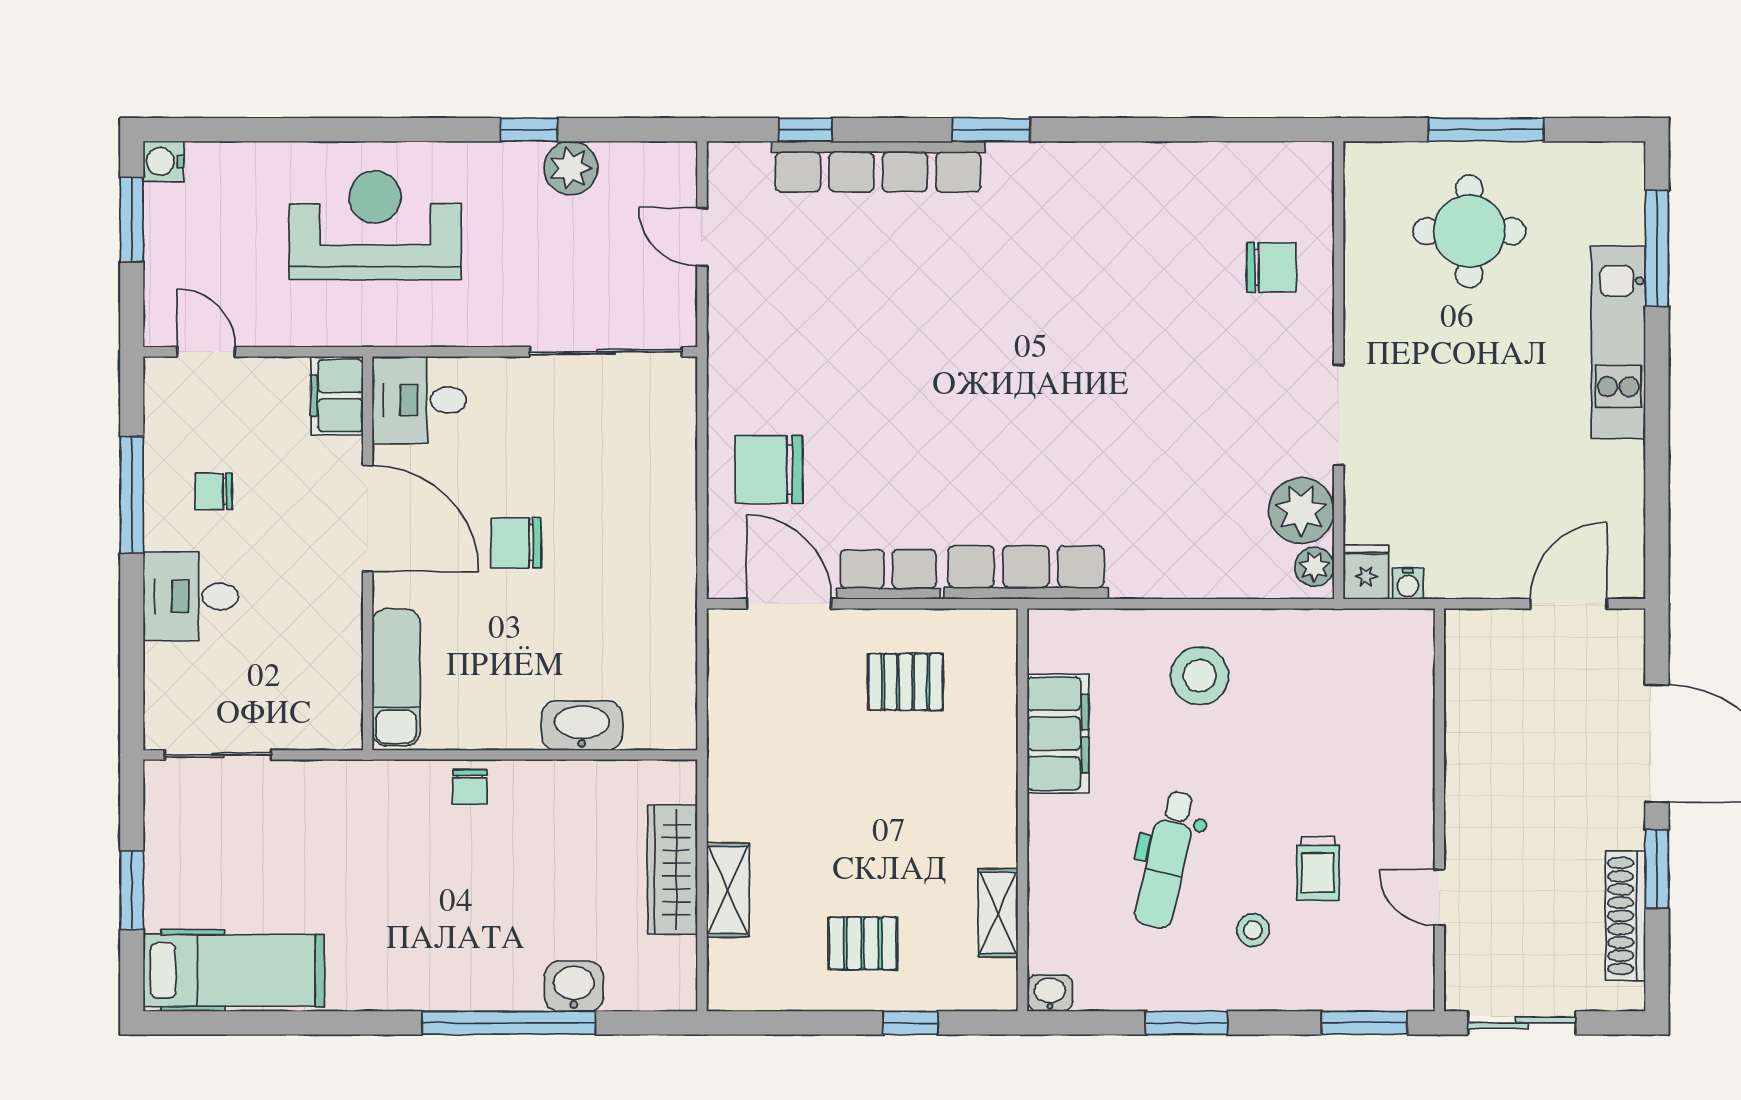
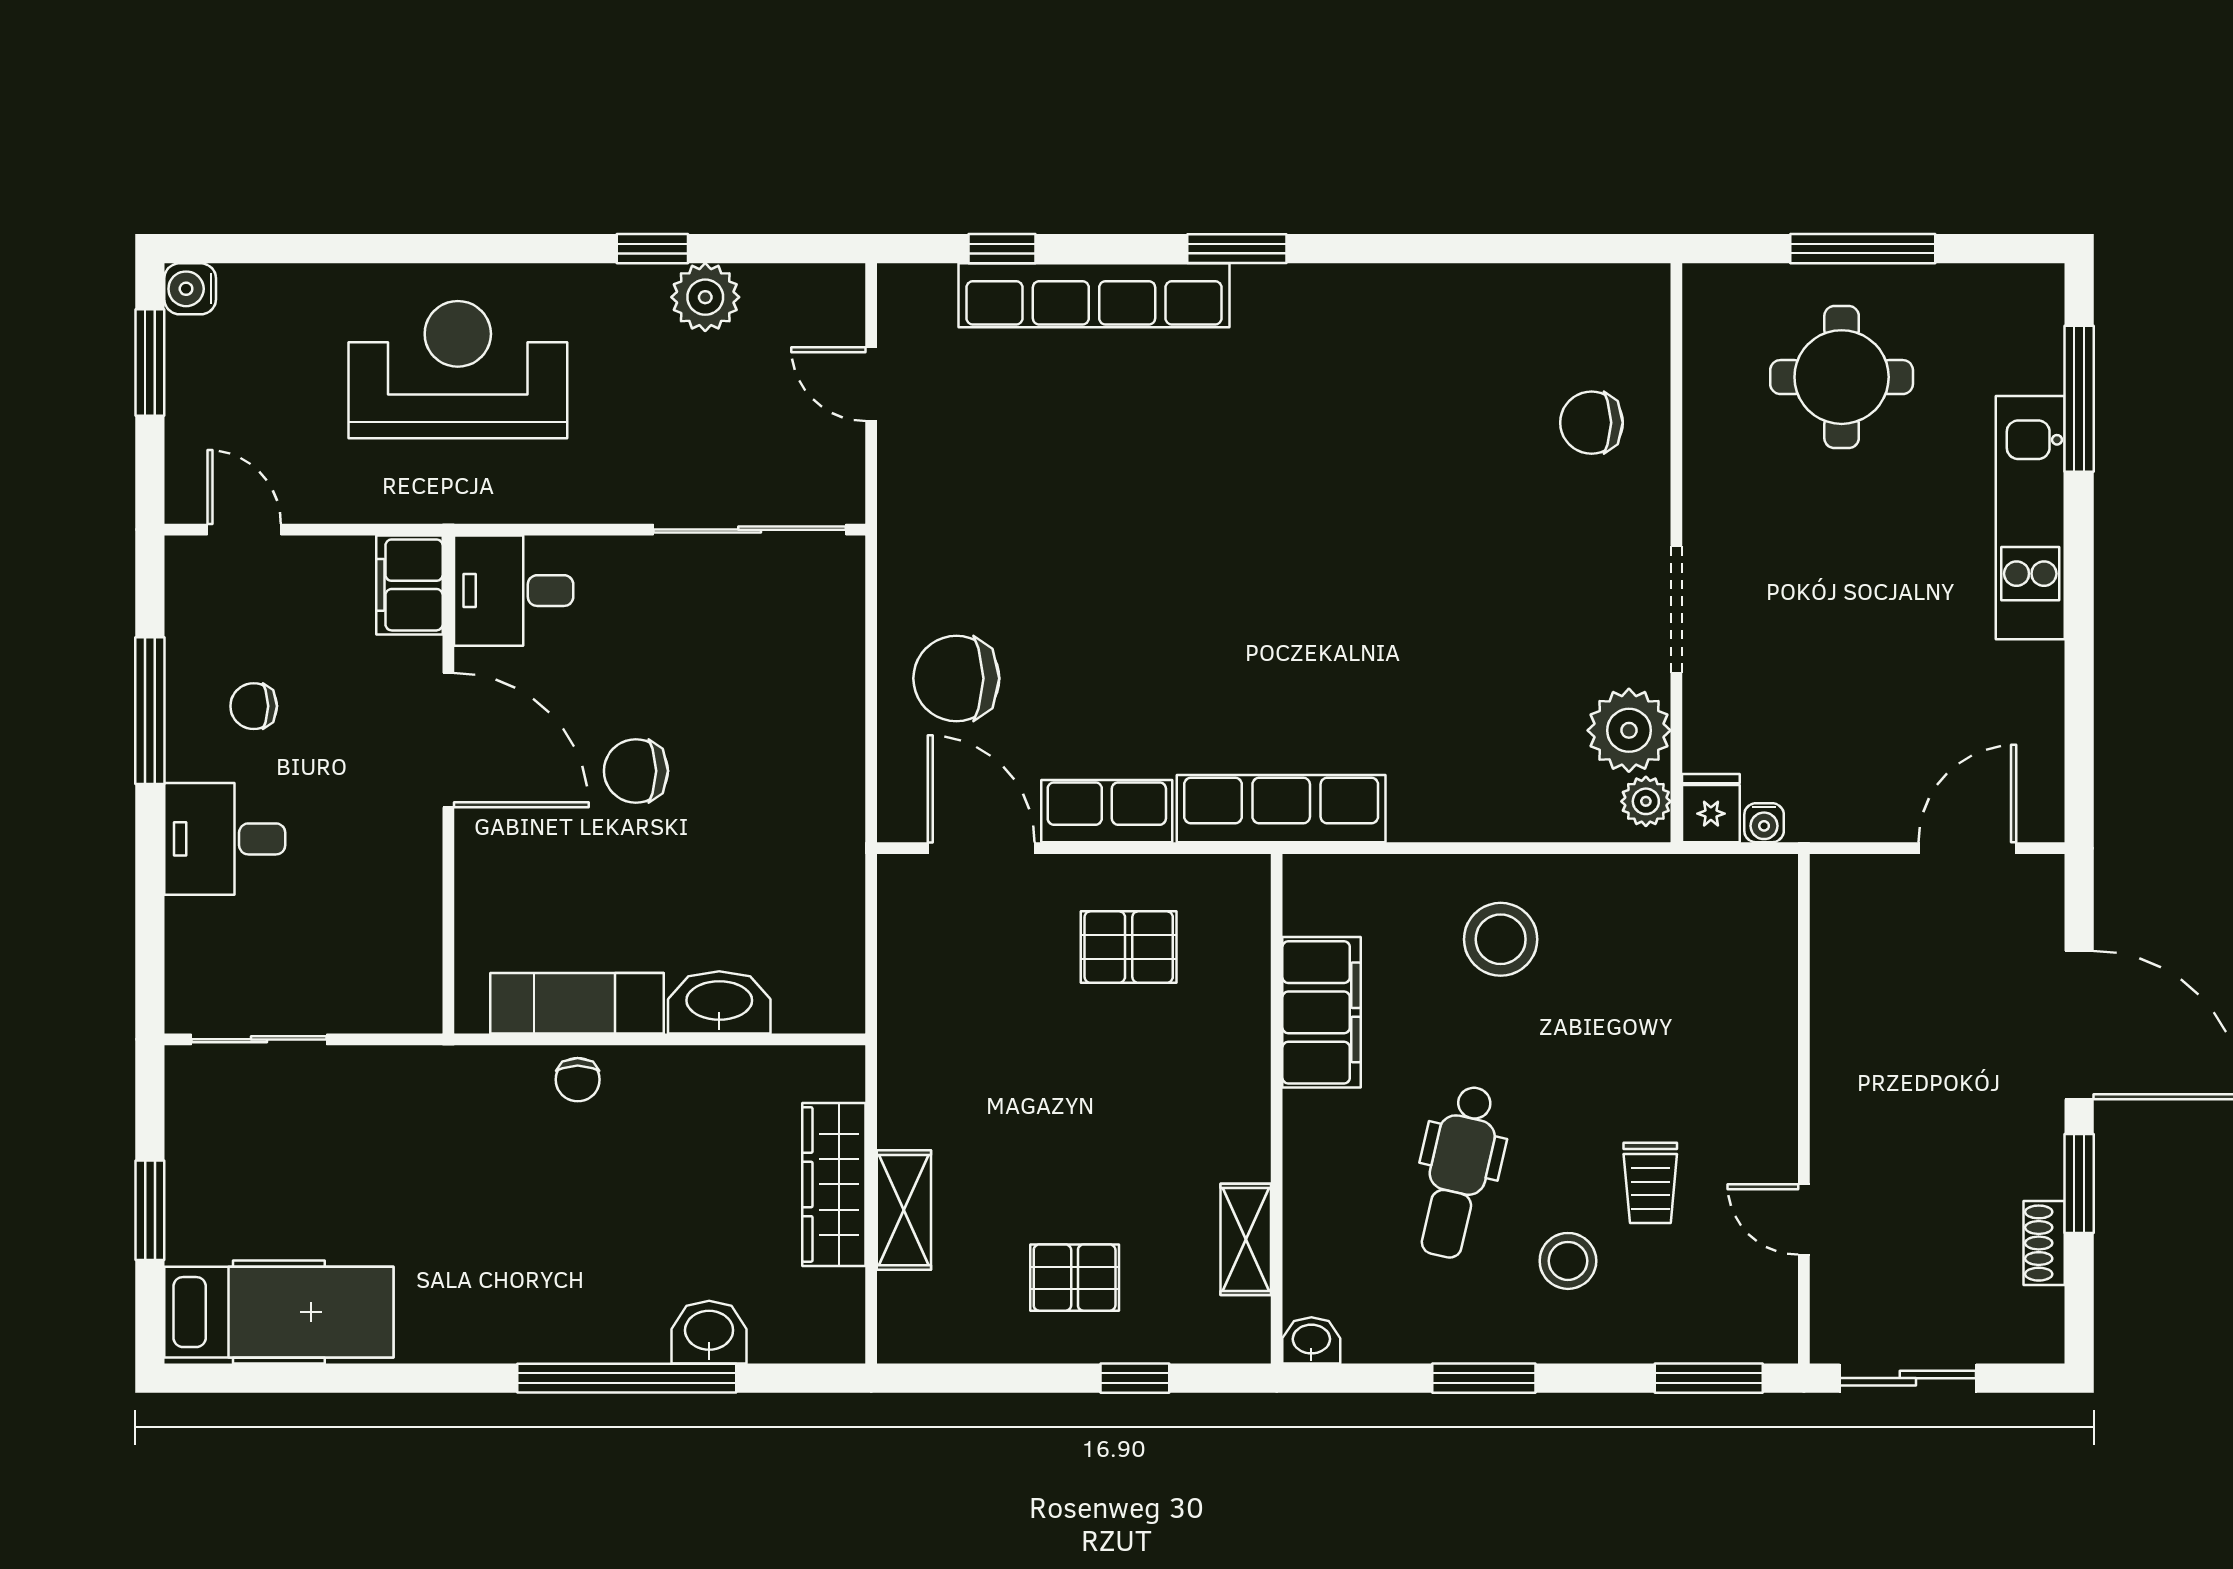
chair: (1271, 267) -> (1592, 423), turned 180
exam couch: (396, 677) -> (577, 1003), moved, turned -90
shoe rack: (1625, 916) -> (2044, 1243), width x0.51, depth x0.81
stool: (1253, 930) -> (1568, 1261), width x1.37, depth x1.37

